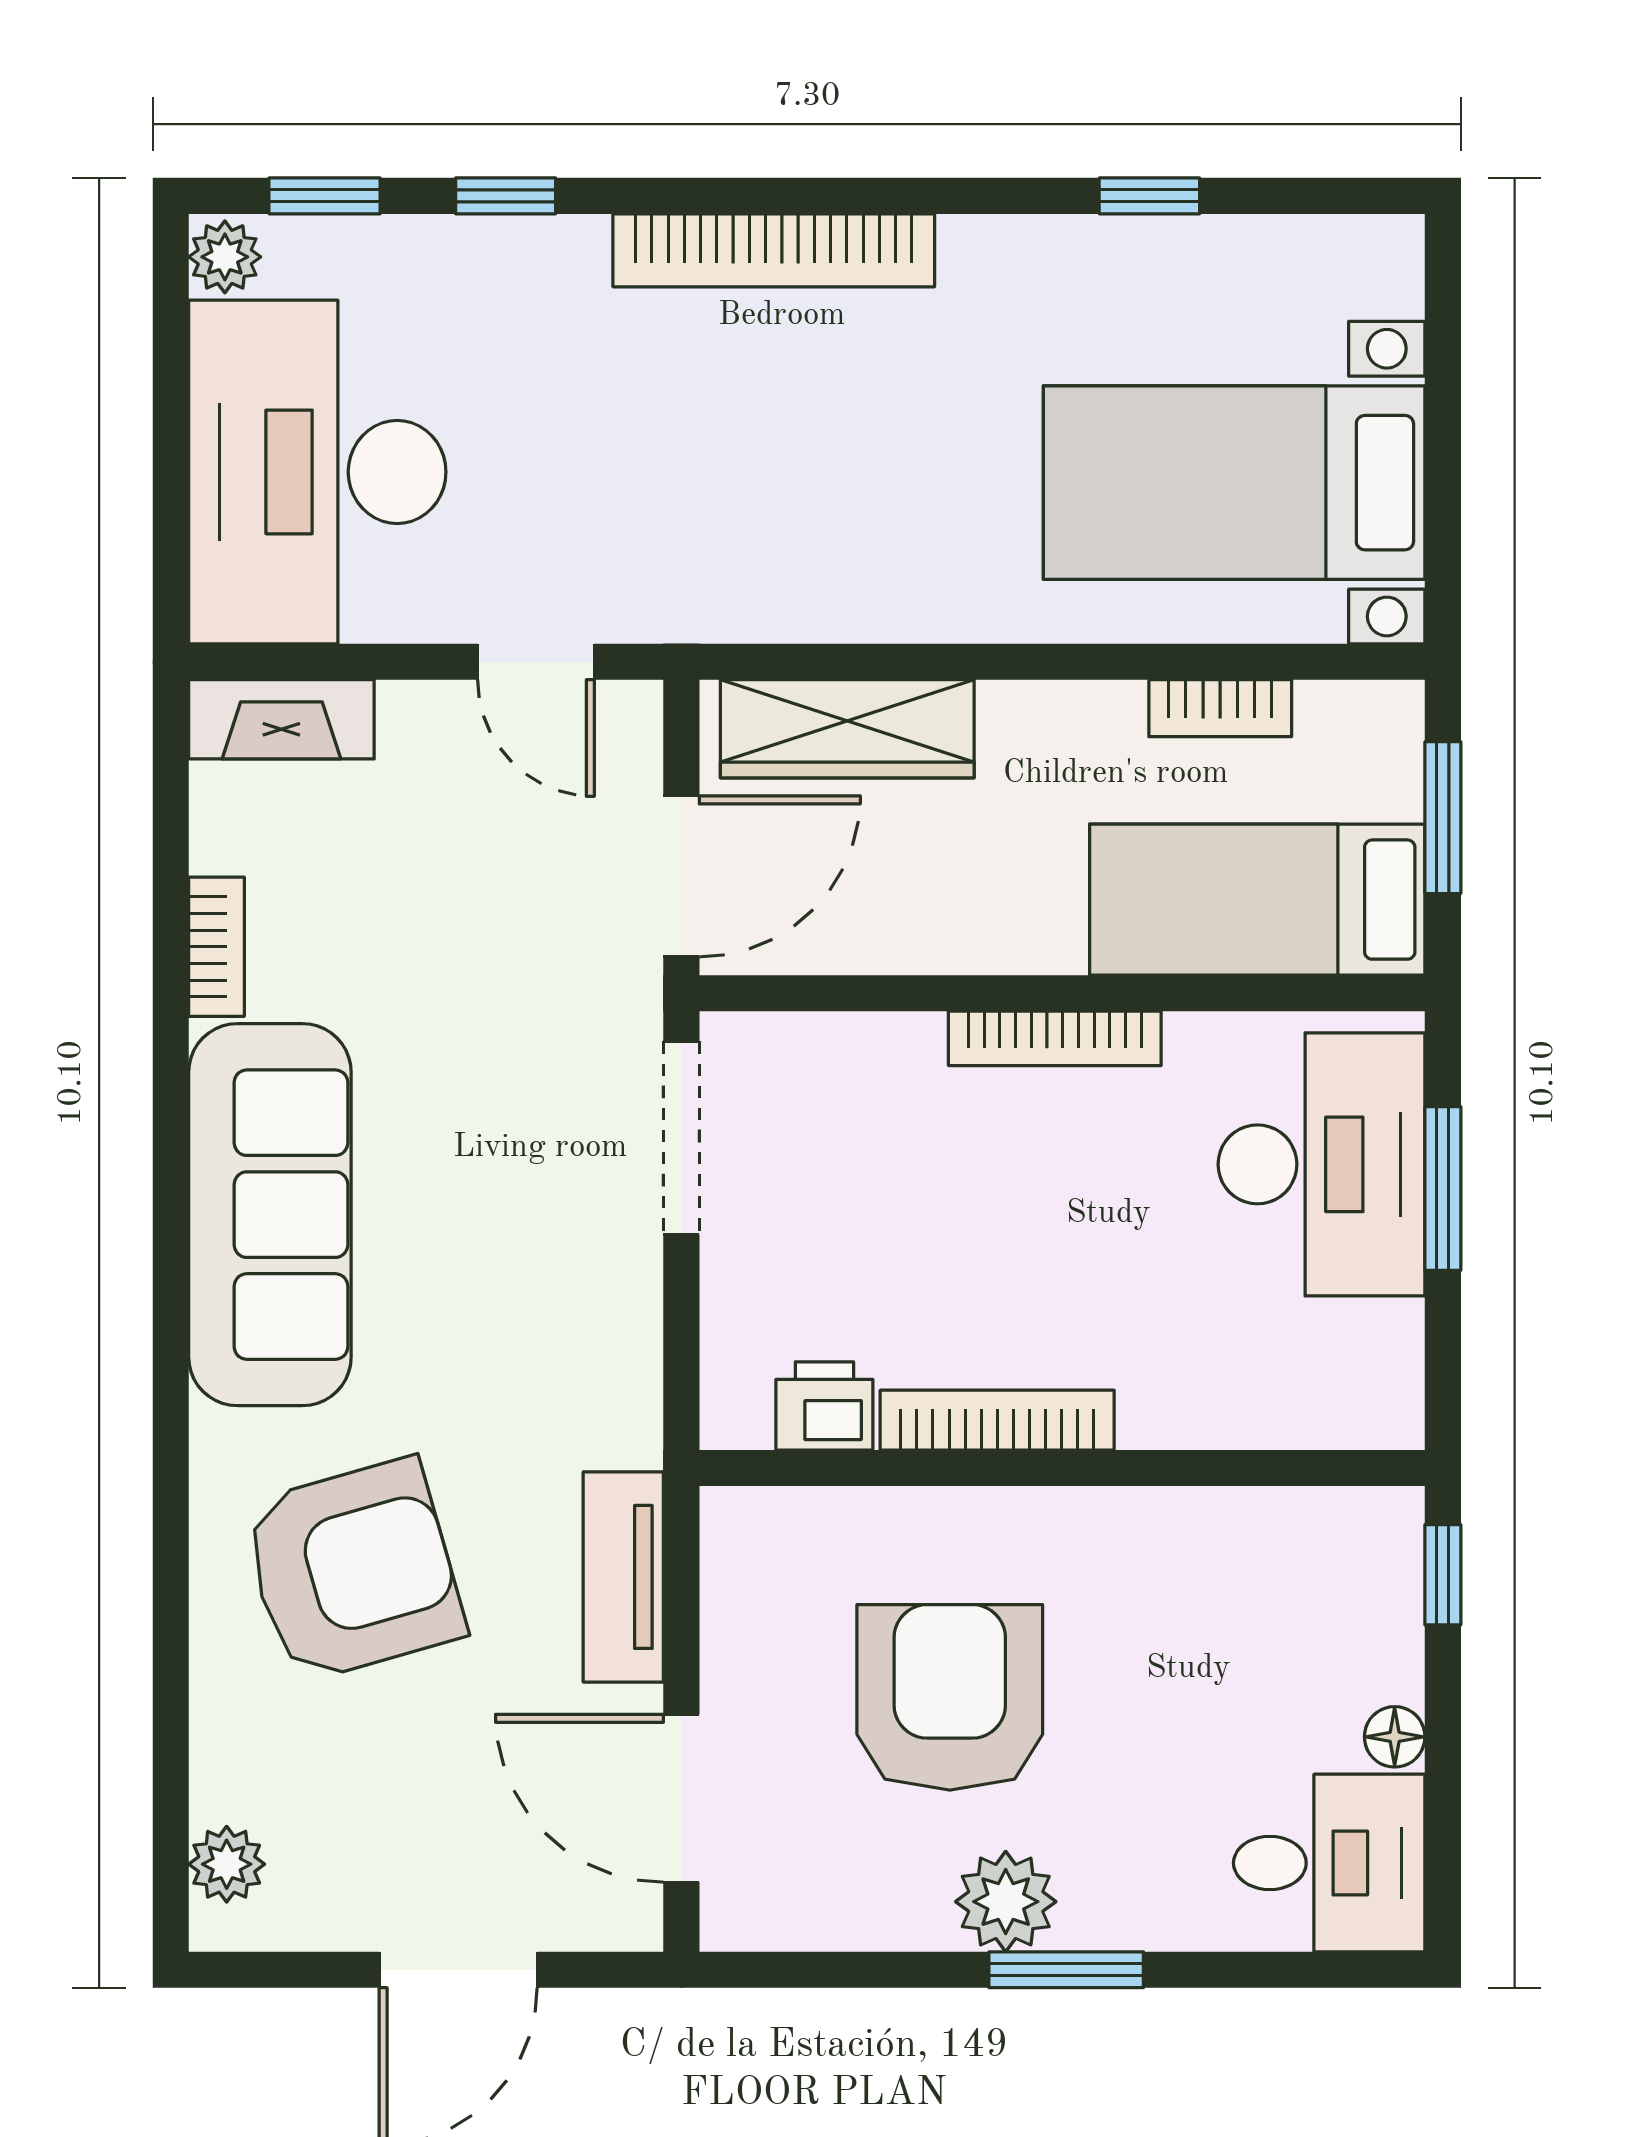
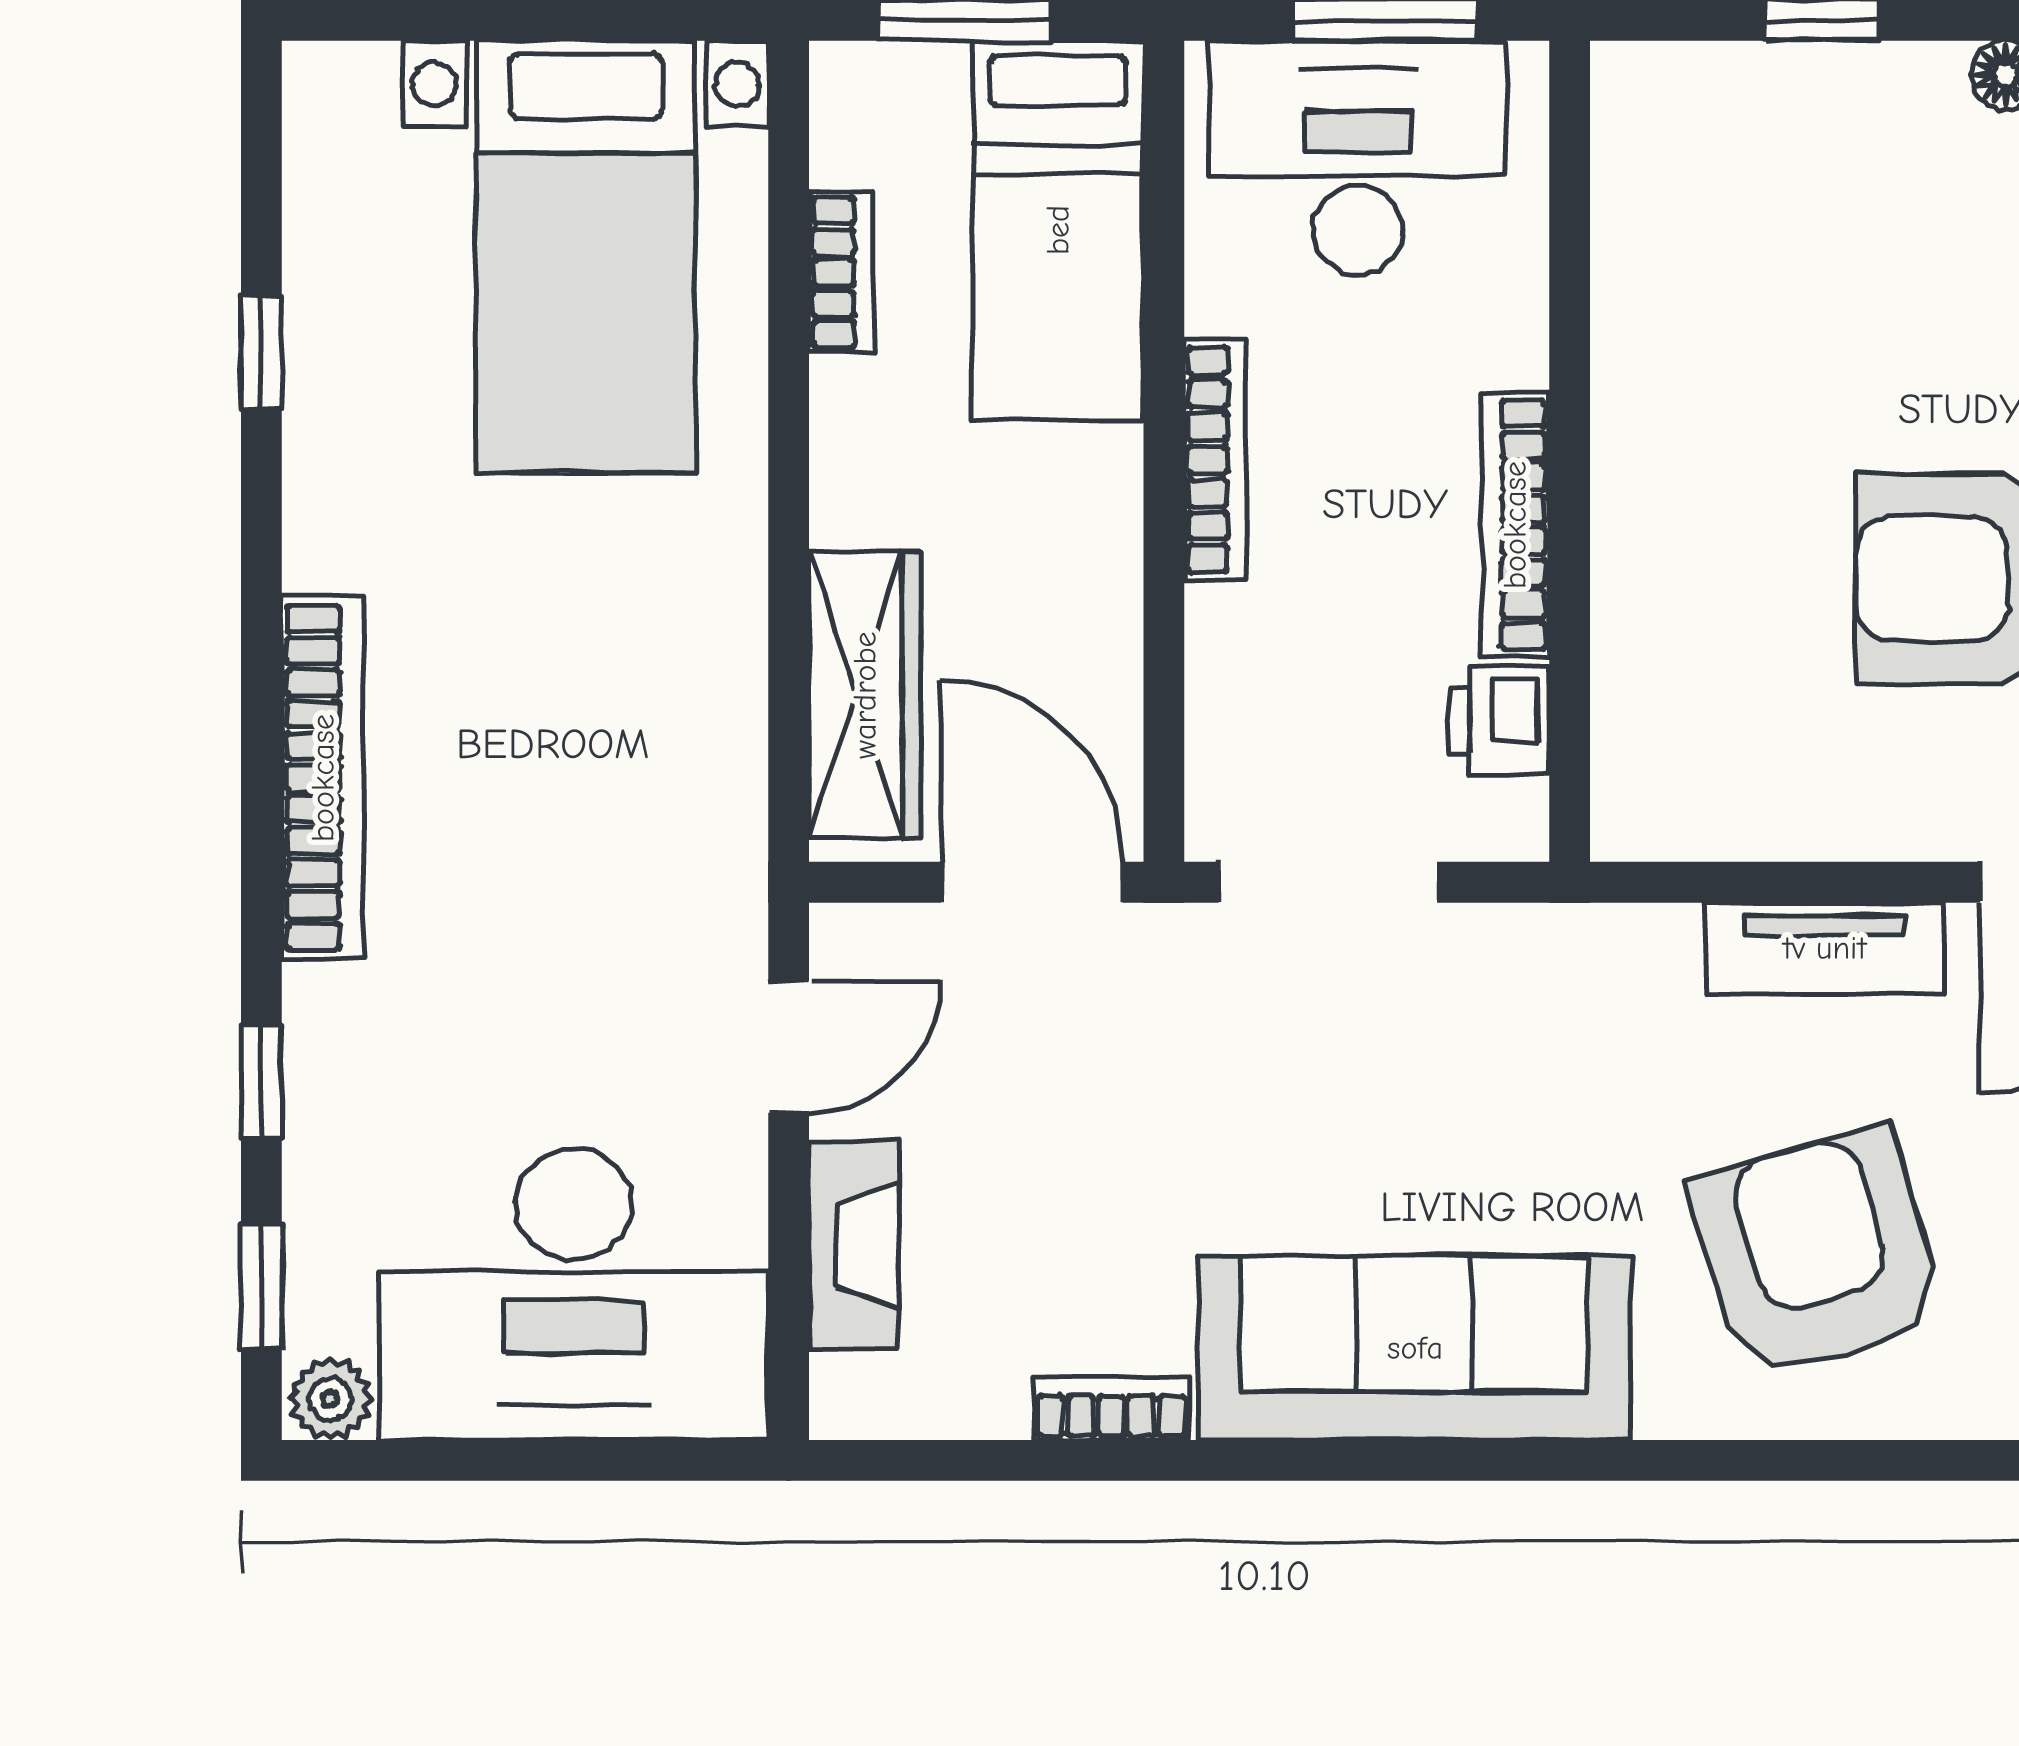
fireplace: (281, 719) -> (854, 1245), moved
printer: (824, 1406) -> (1499, 720), moved
bookcase: (997, 1420) -> (1515, 525), moved
wall: (1062, 1468) -> (1570, 451), moved

